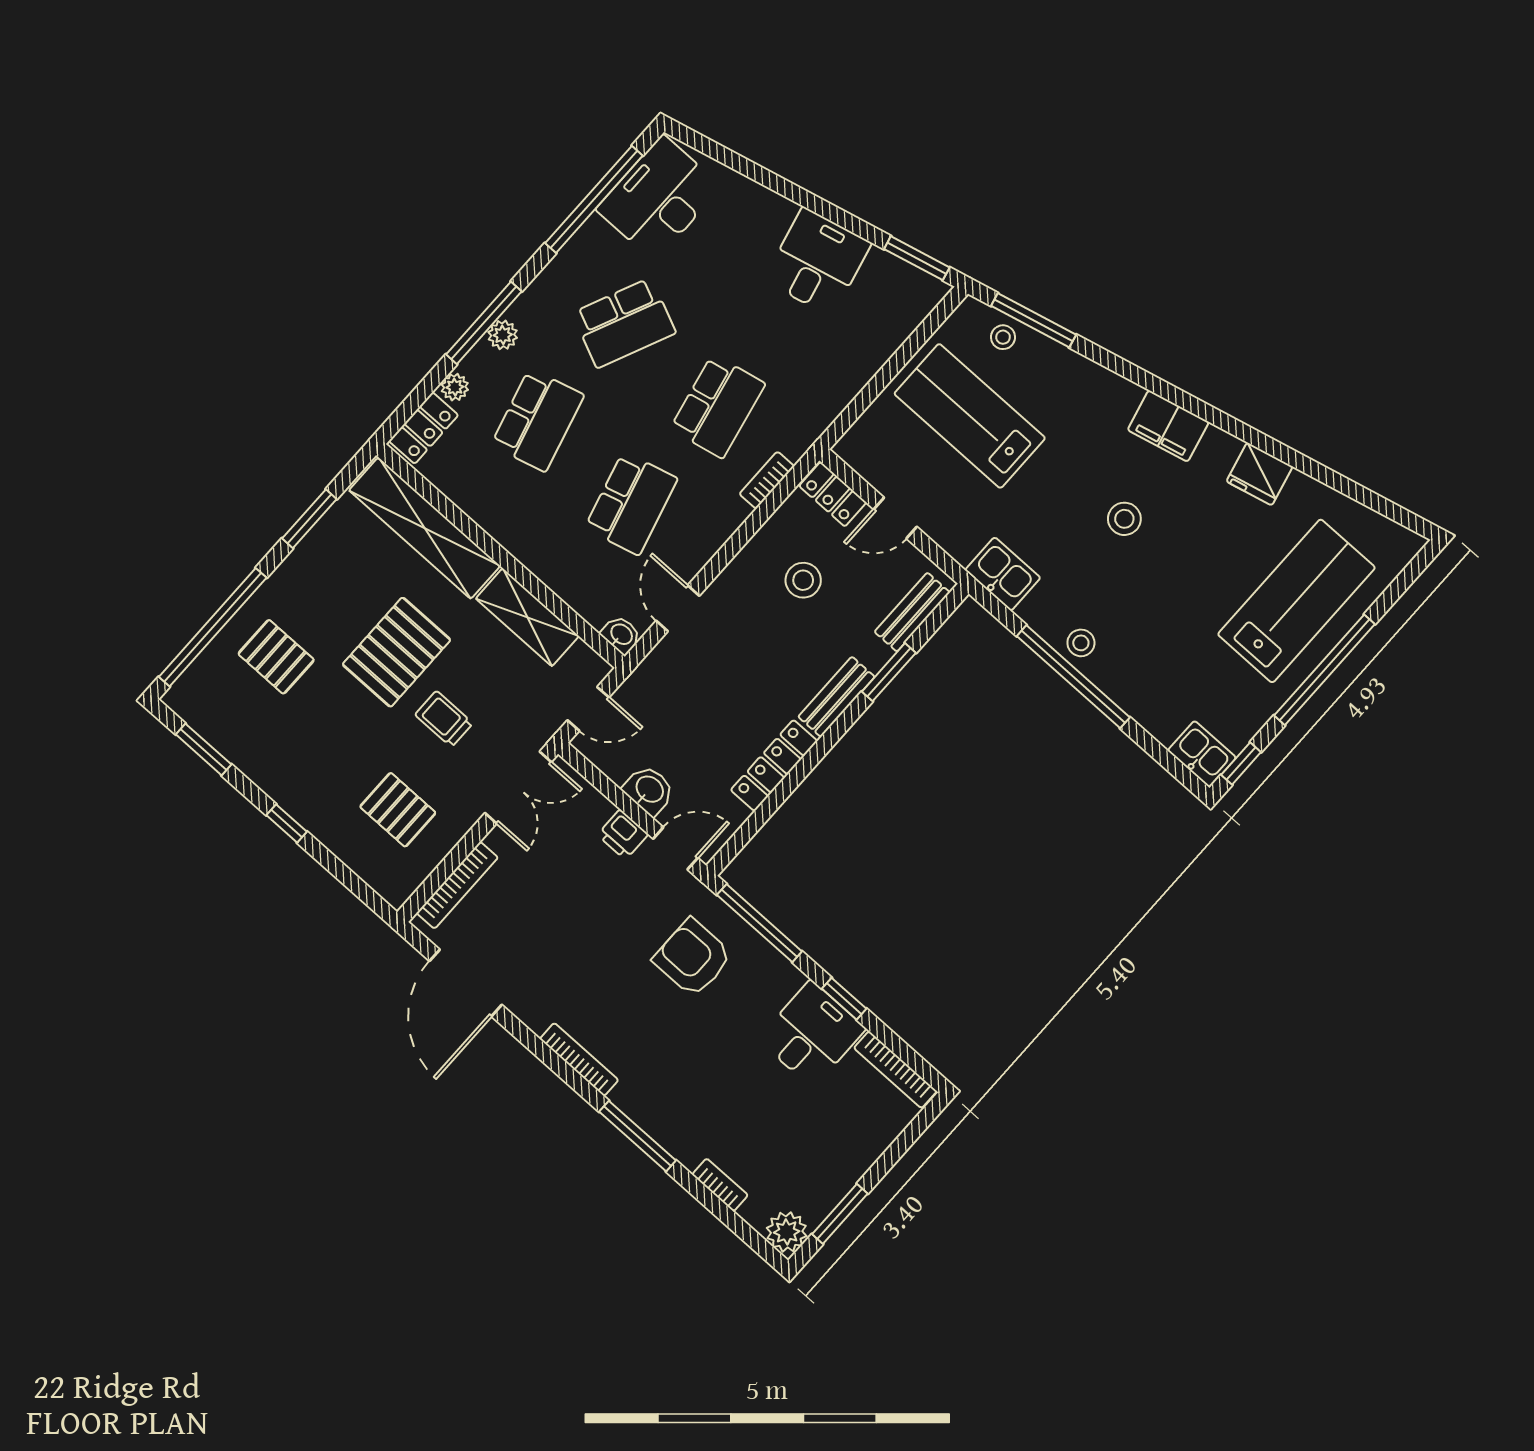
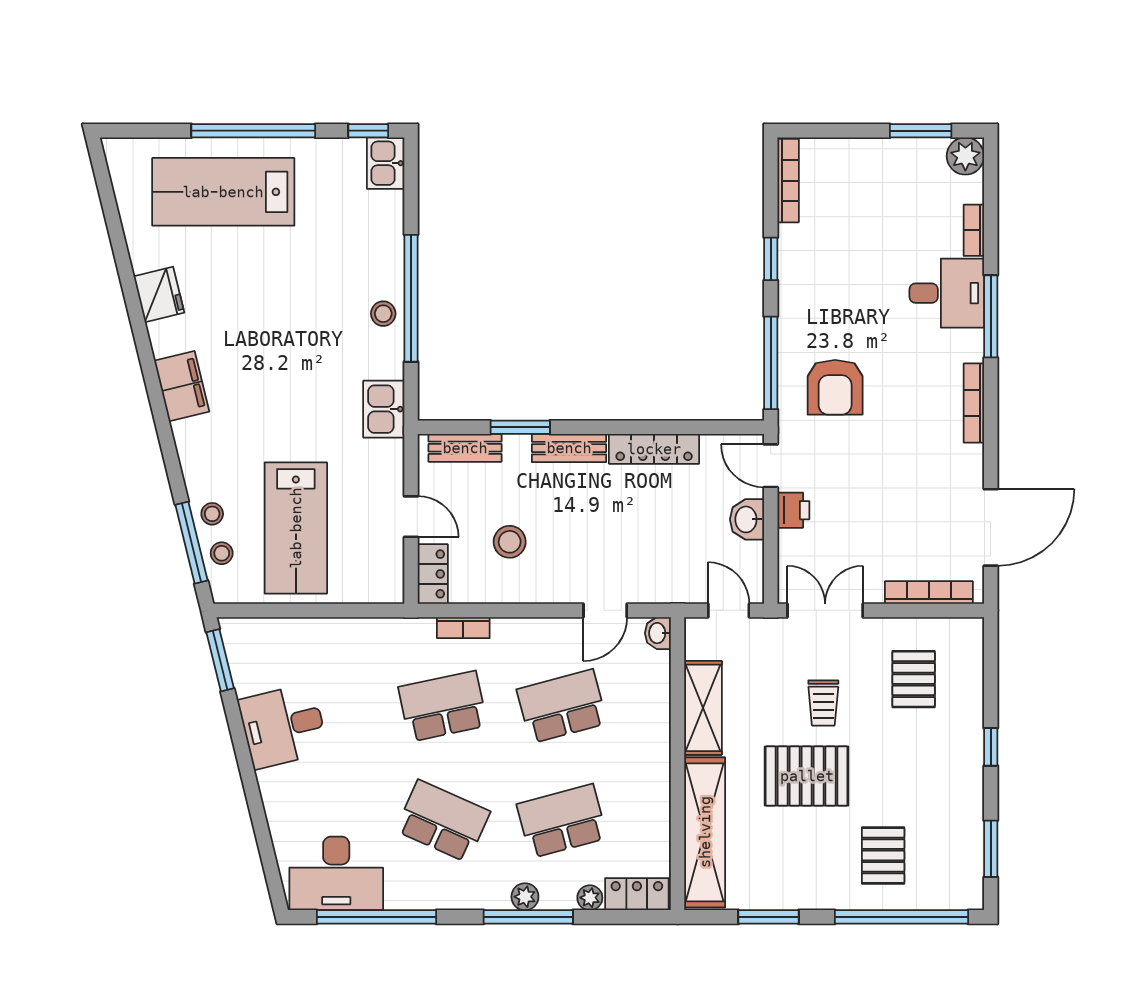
stool: (1124, 519) -> (212, 514), moved, width x0.73, depth x0.73
desk: (812, 1034) -> (947, 293), moved, turned 180

